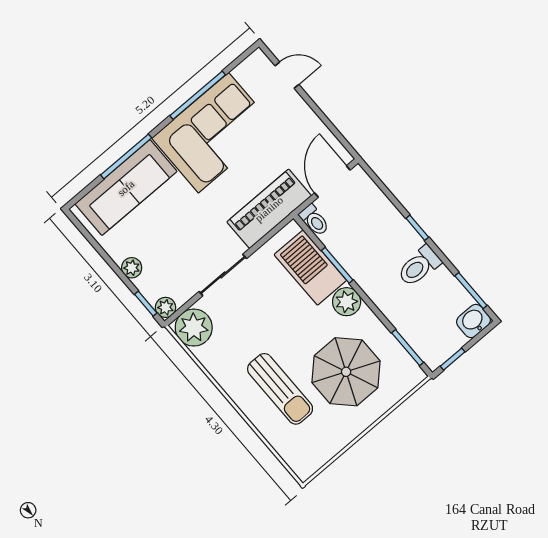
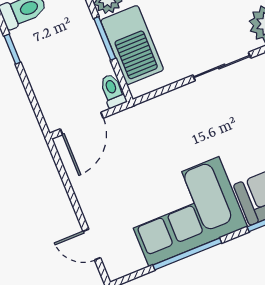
piano: (269, 209) -> (154, 117), removed

